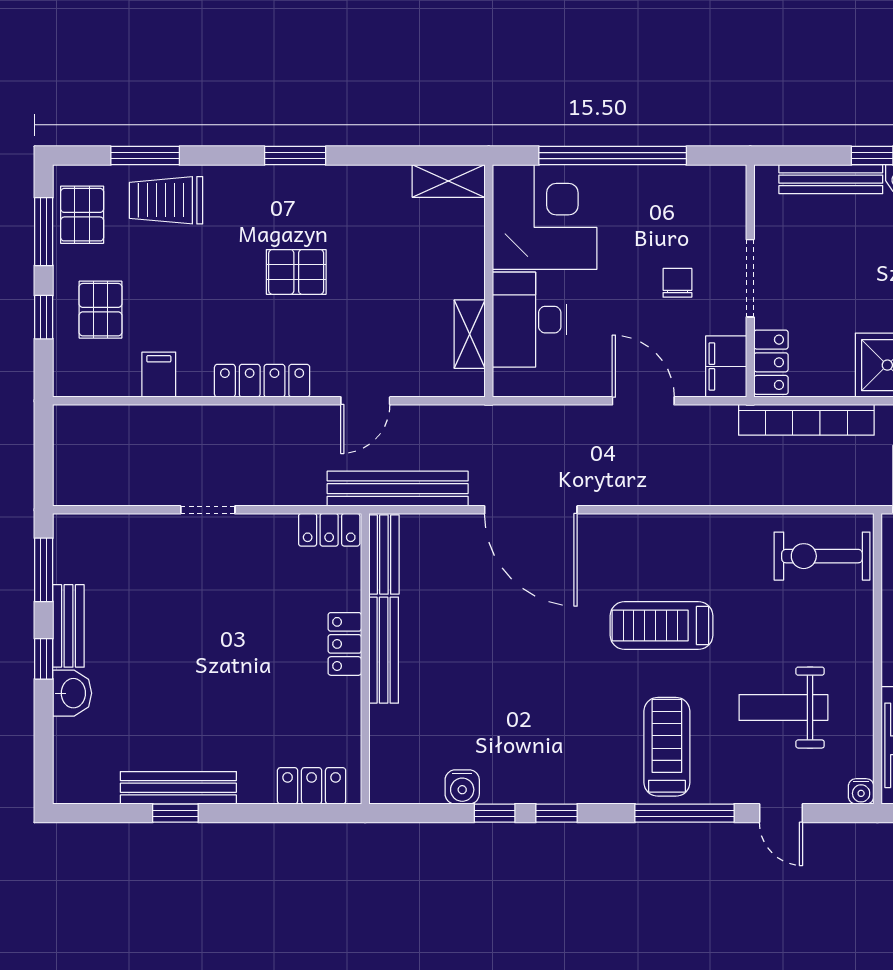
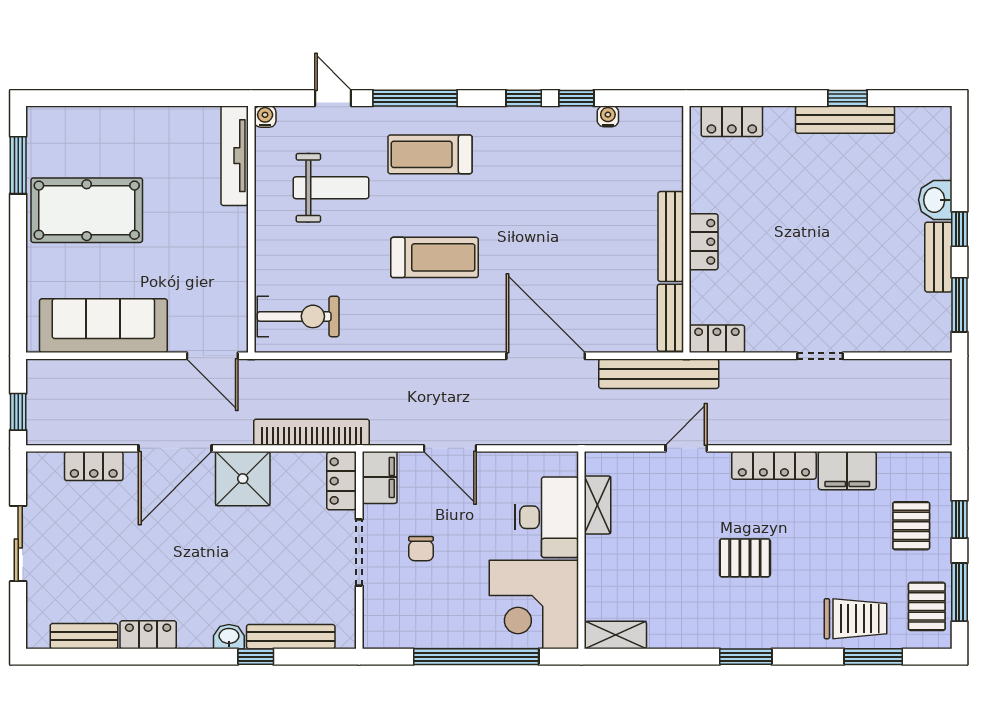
filing cabinet: (159, 375) -> (847, 471), width x2.00
treadmill: (667, 747) -> (430, 154), turned 90
water cooler: (462, 787) -> (608, 116), width x0.72, depth x0.72

